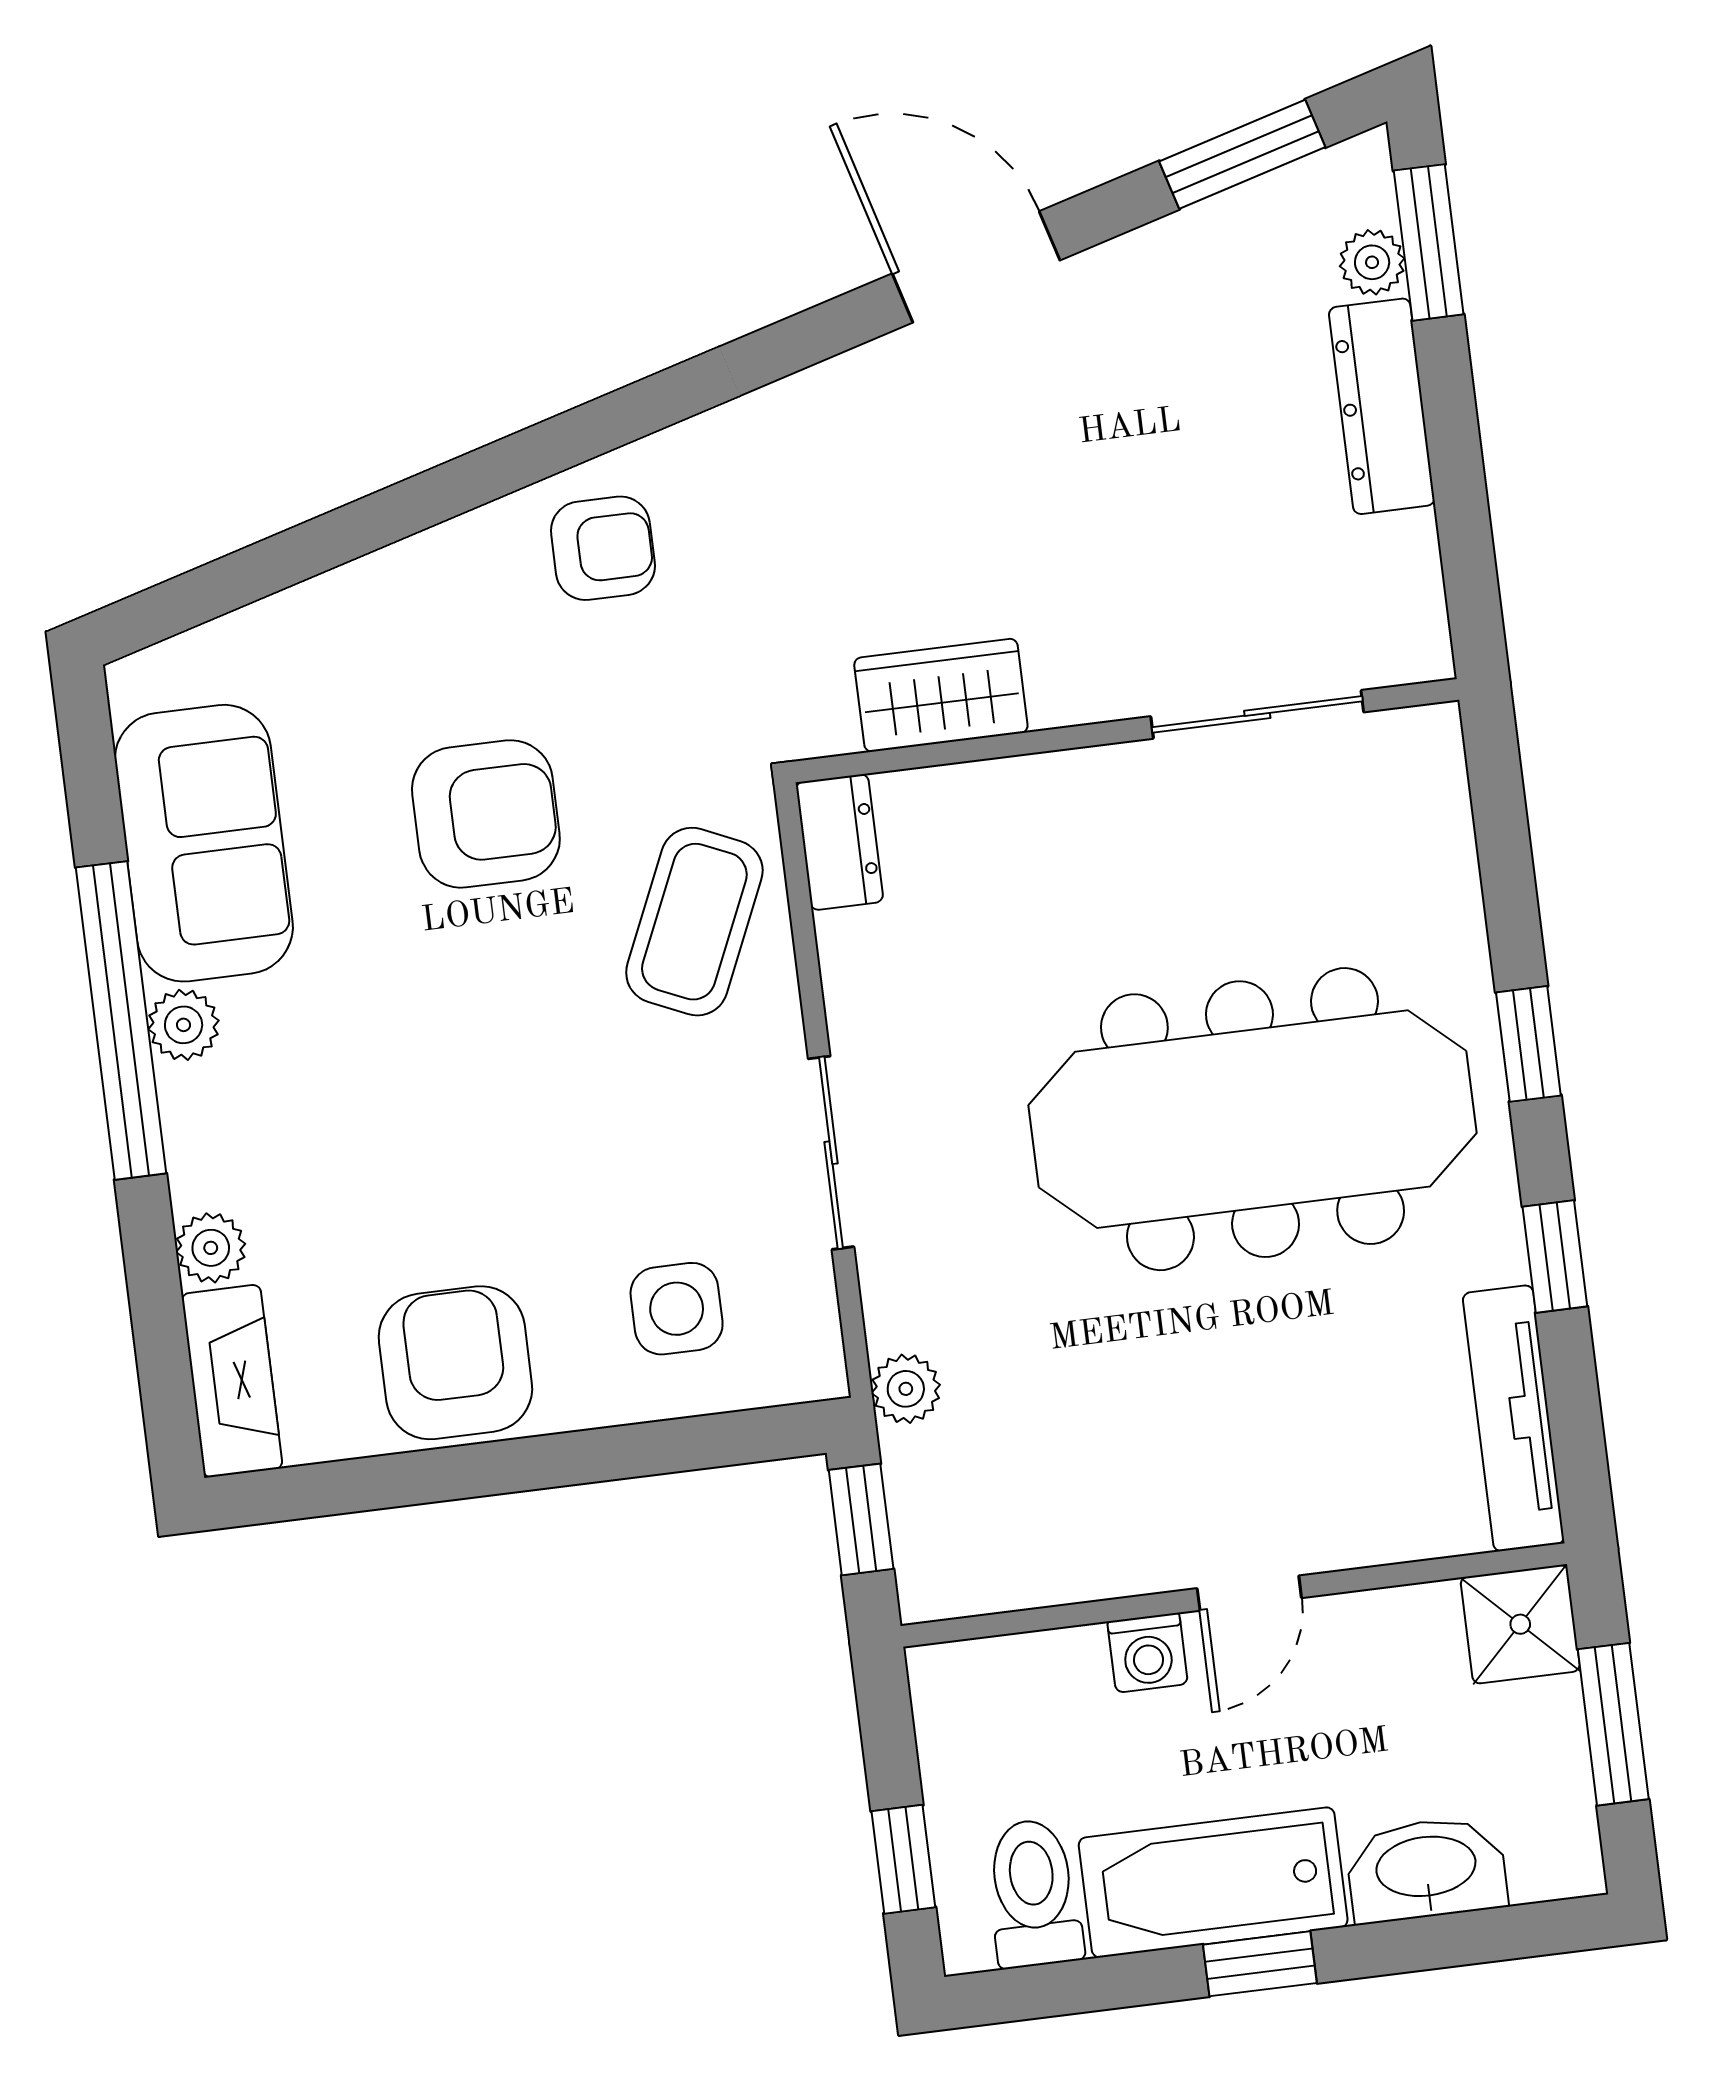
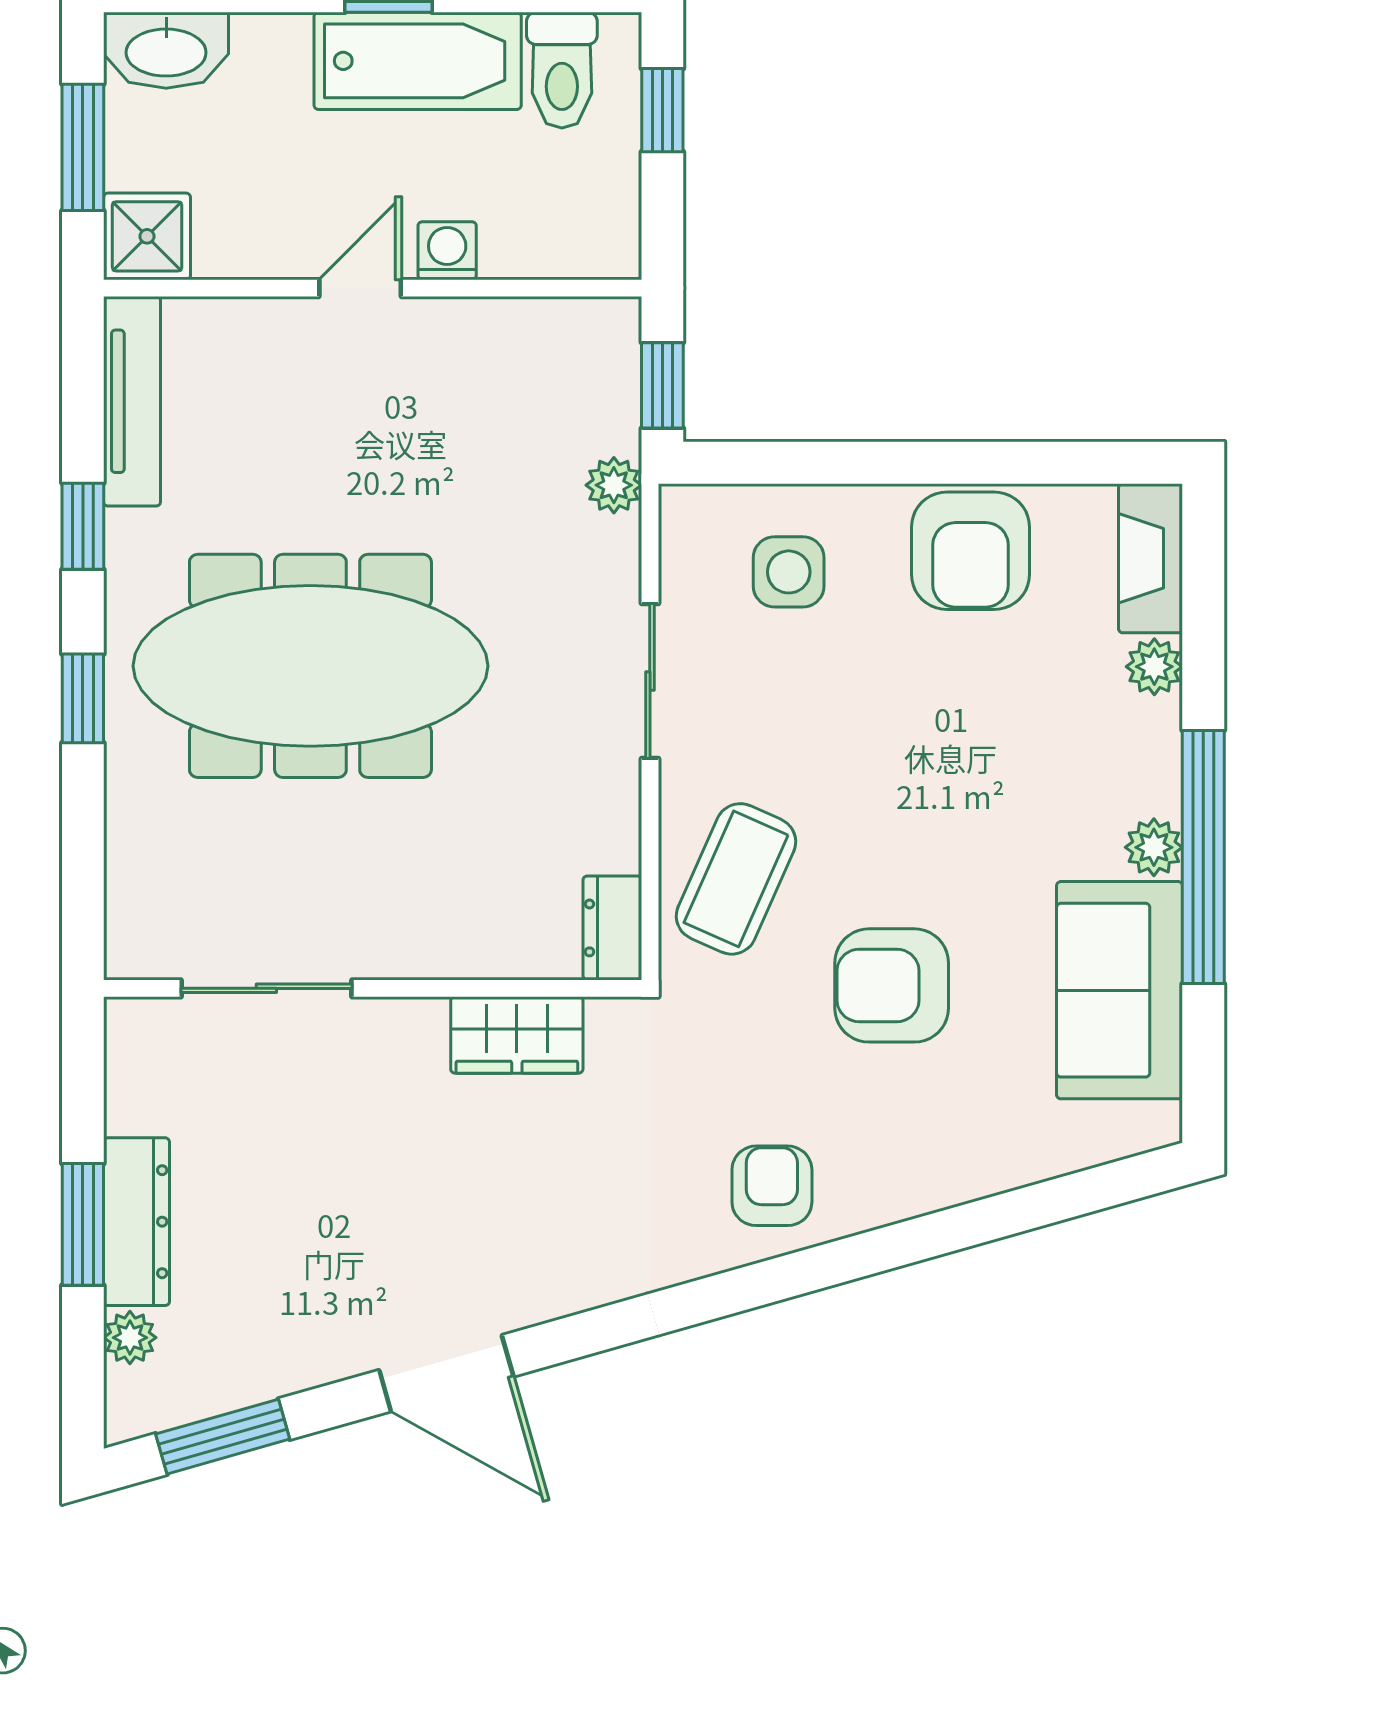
window: (1429, 242) -> (83, 1224), moved
armchair: (603, 548) -> (772, 1186), turned 90
washbasin: (1426, 1869) -> (166, 50), moved

